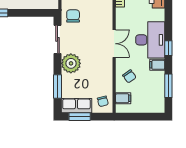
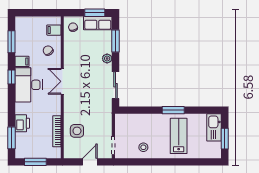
chair: (73, 16) -> (101, 107), removed
plant: (71, 63) -> (107, 59), width x0.53, depth x0.53

